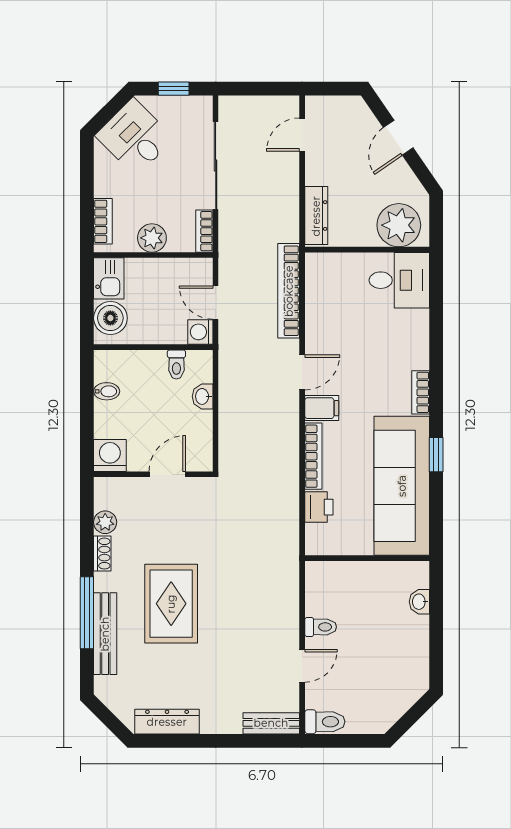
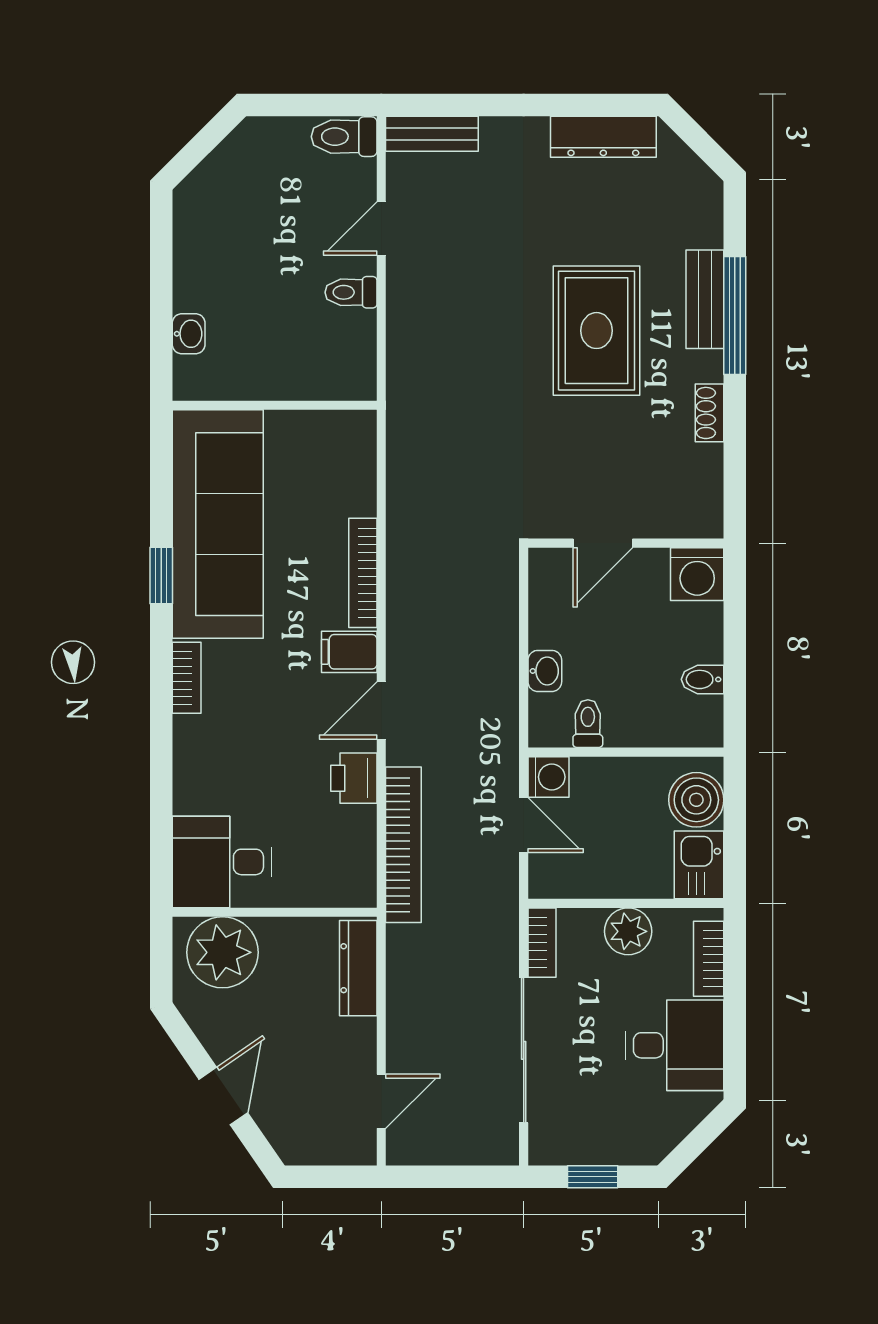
desk: (135, 137) -> (675, 1045), moved, turned -45
printer: (319, 507) -> (354, 778), moved
plant: (105, 522) -> (705, 464), removed
bench: (105, 634) -> (705, 299), width x0.73

